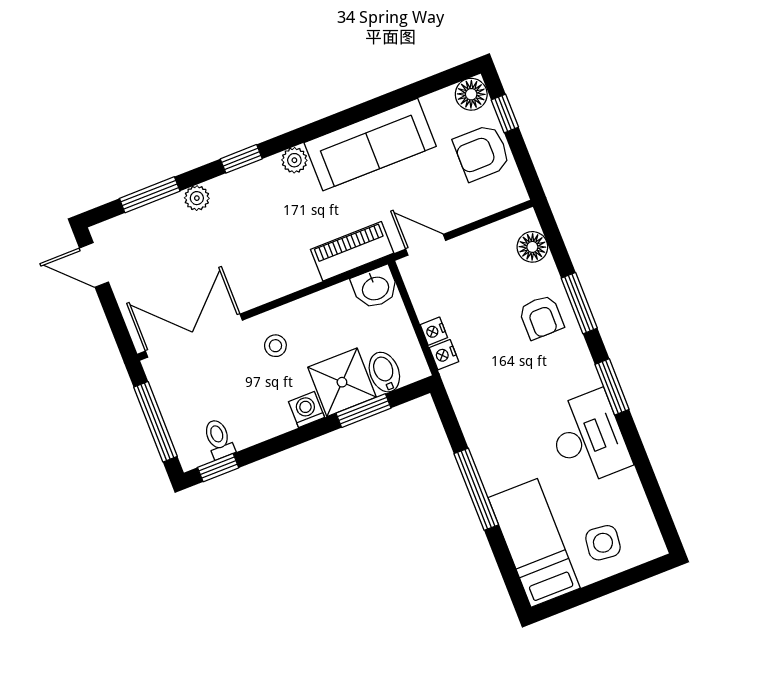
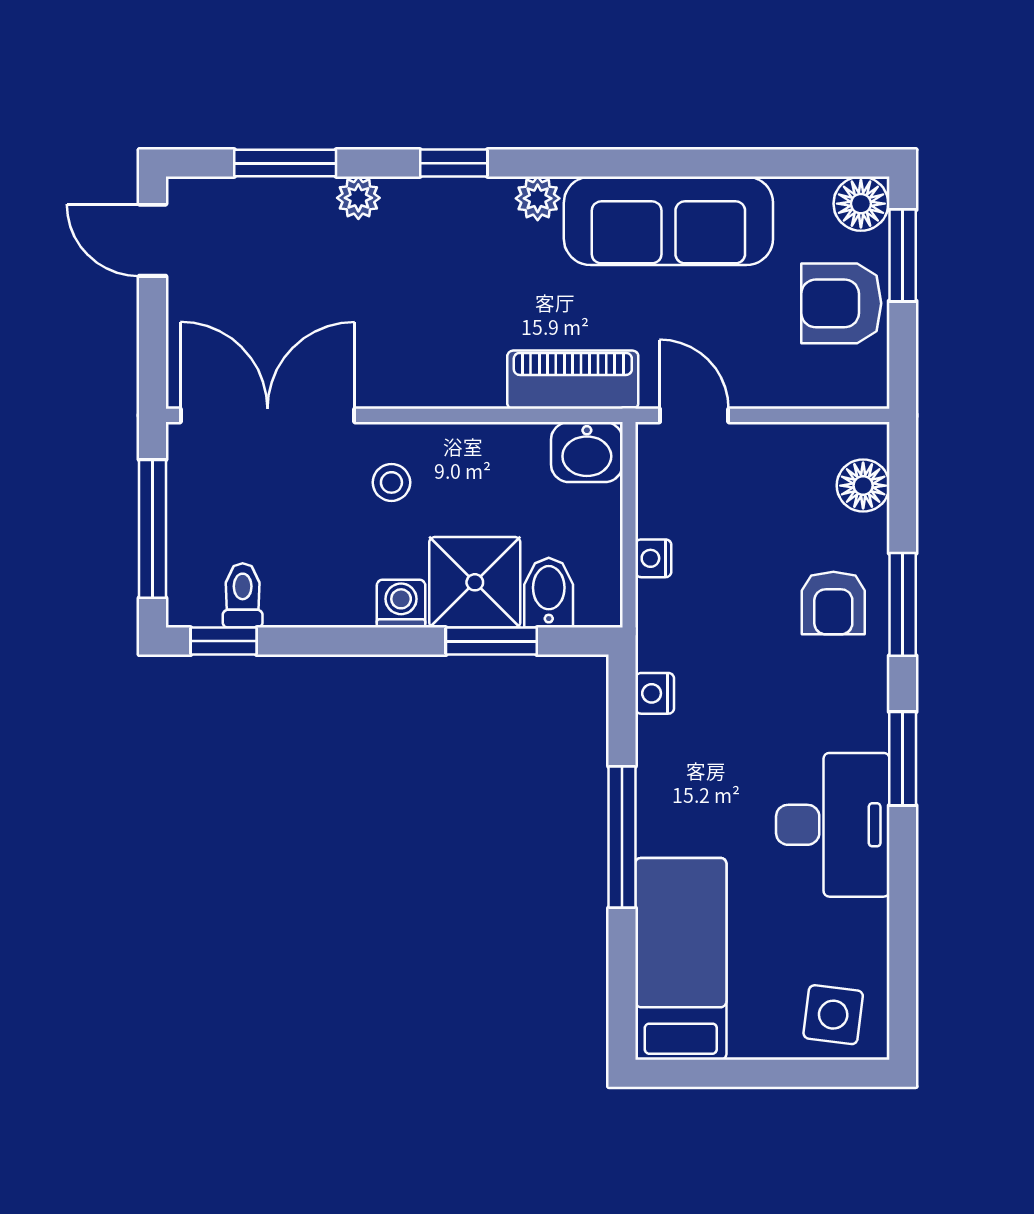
window: (505, 113) -> (903, 255), width x1.50
nightstand: (444, 355) -> (655, 693), moved
side table: (603, 543) -> (833, 1015), moved

